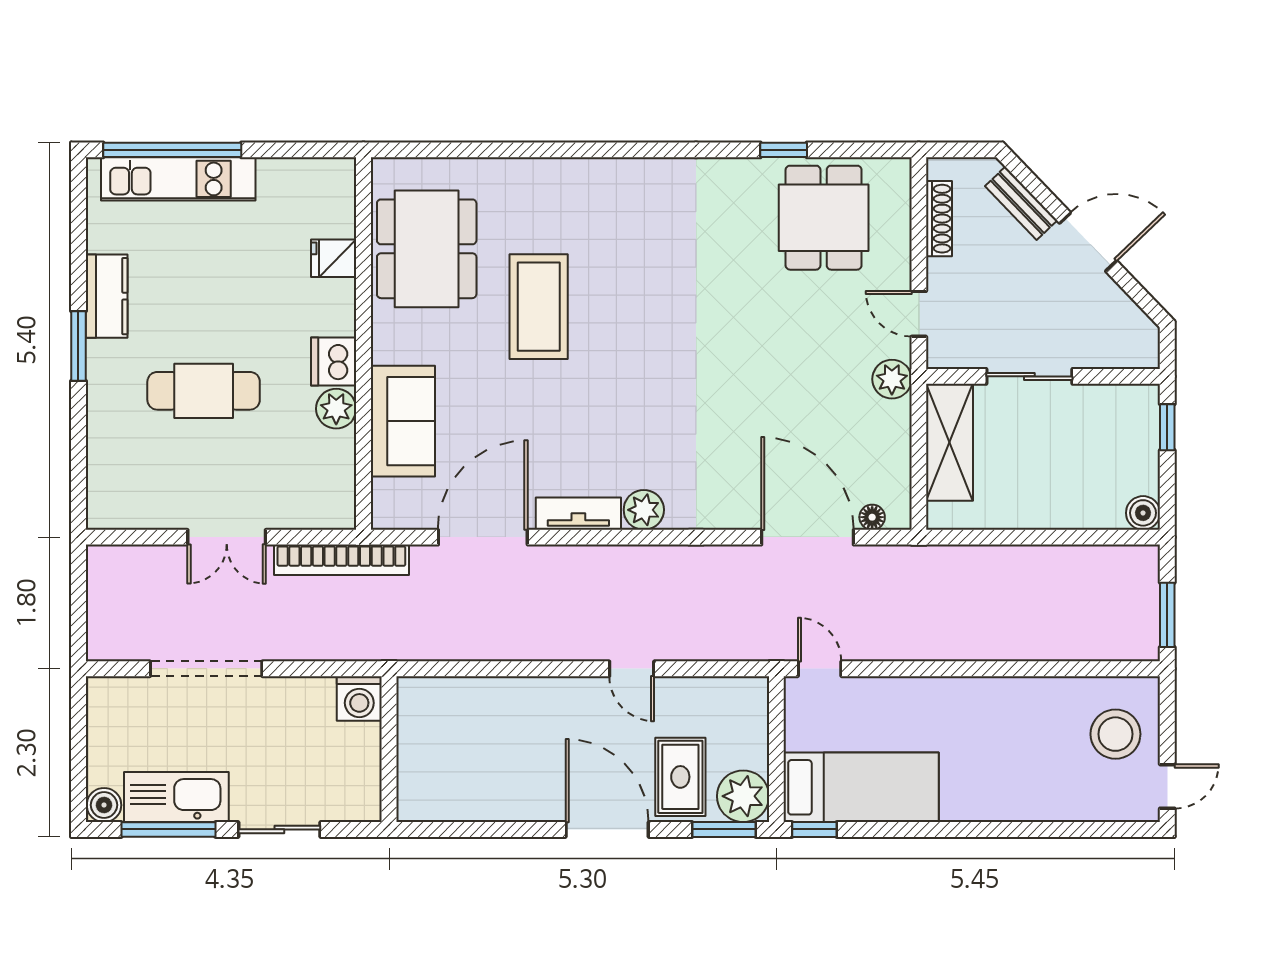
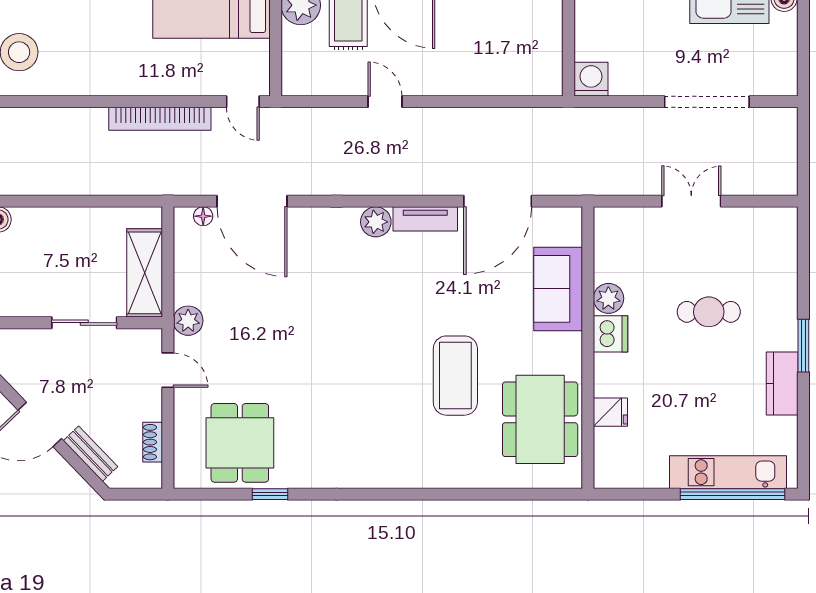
shoe rack: (939, 219) -> (153, 442), width x0.70
cafe table: (204, 391) -> (709, 312), width x0.73, depth x0.74
bookcase: (341, 560) -> (160, 119), moved, turned 180

